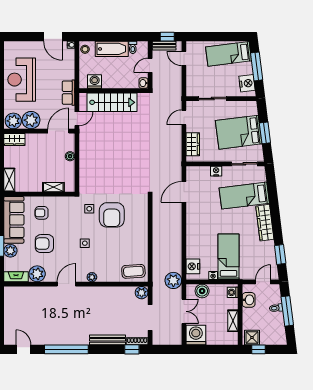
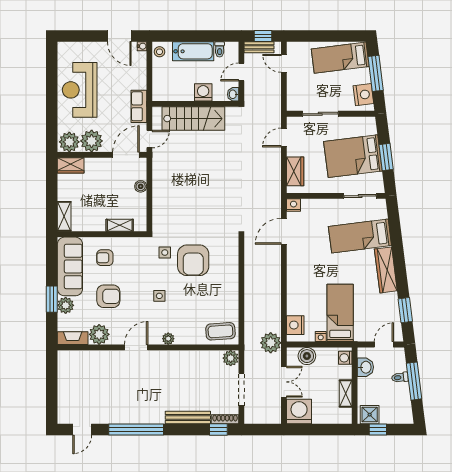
washing machine: (95, 82) -> (203, 92), moved
nightstand: (216, 171) -> (294, 205), moved
armchair: (44, 244) -> (108, 296), turned 180
door: (24, 349) -> (82, 429), swing flipped

